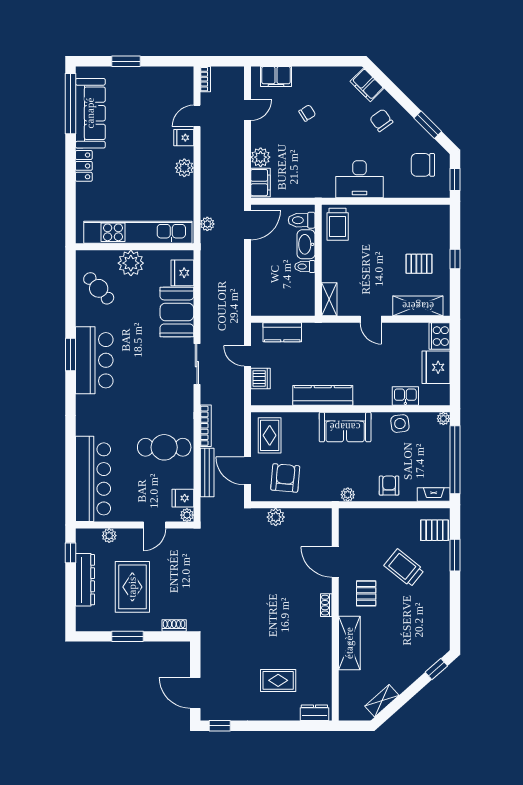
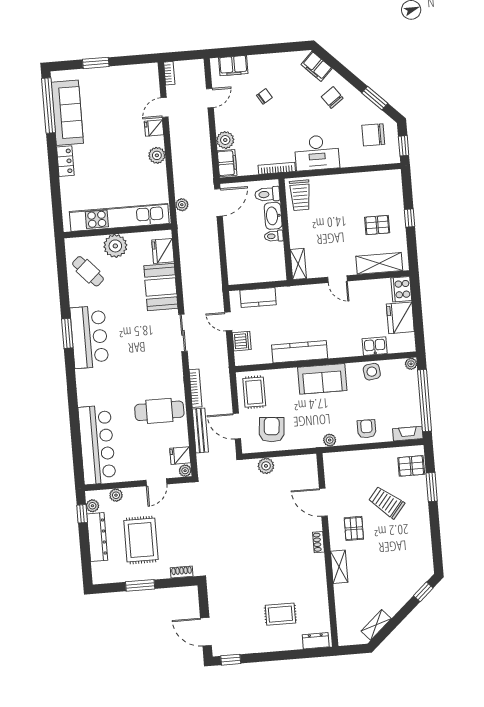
bookcase: (314, 193) -> (277, 168), added
plant: (82, 545) -> (92, 506), added
shelving: (349, 643) -> (339, 567), width x0.67, depth x0.75

